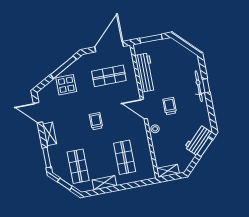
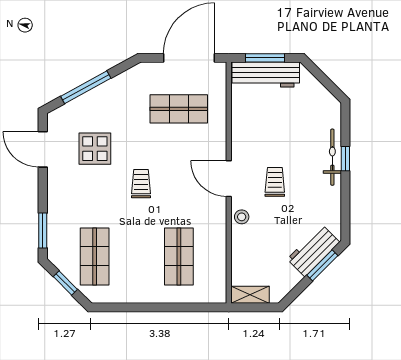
window: (63, 67) -> (86, 87), moved
workbench: (145, 73) -> (266, 75), moved, turned 90
display table: (66, 85) -> (95, 149), moved
shelving: (50, 134) -> (56, 190), removed
shelving: (104, 183) -> (135, 294), removed

